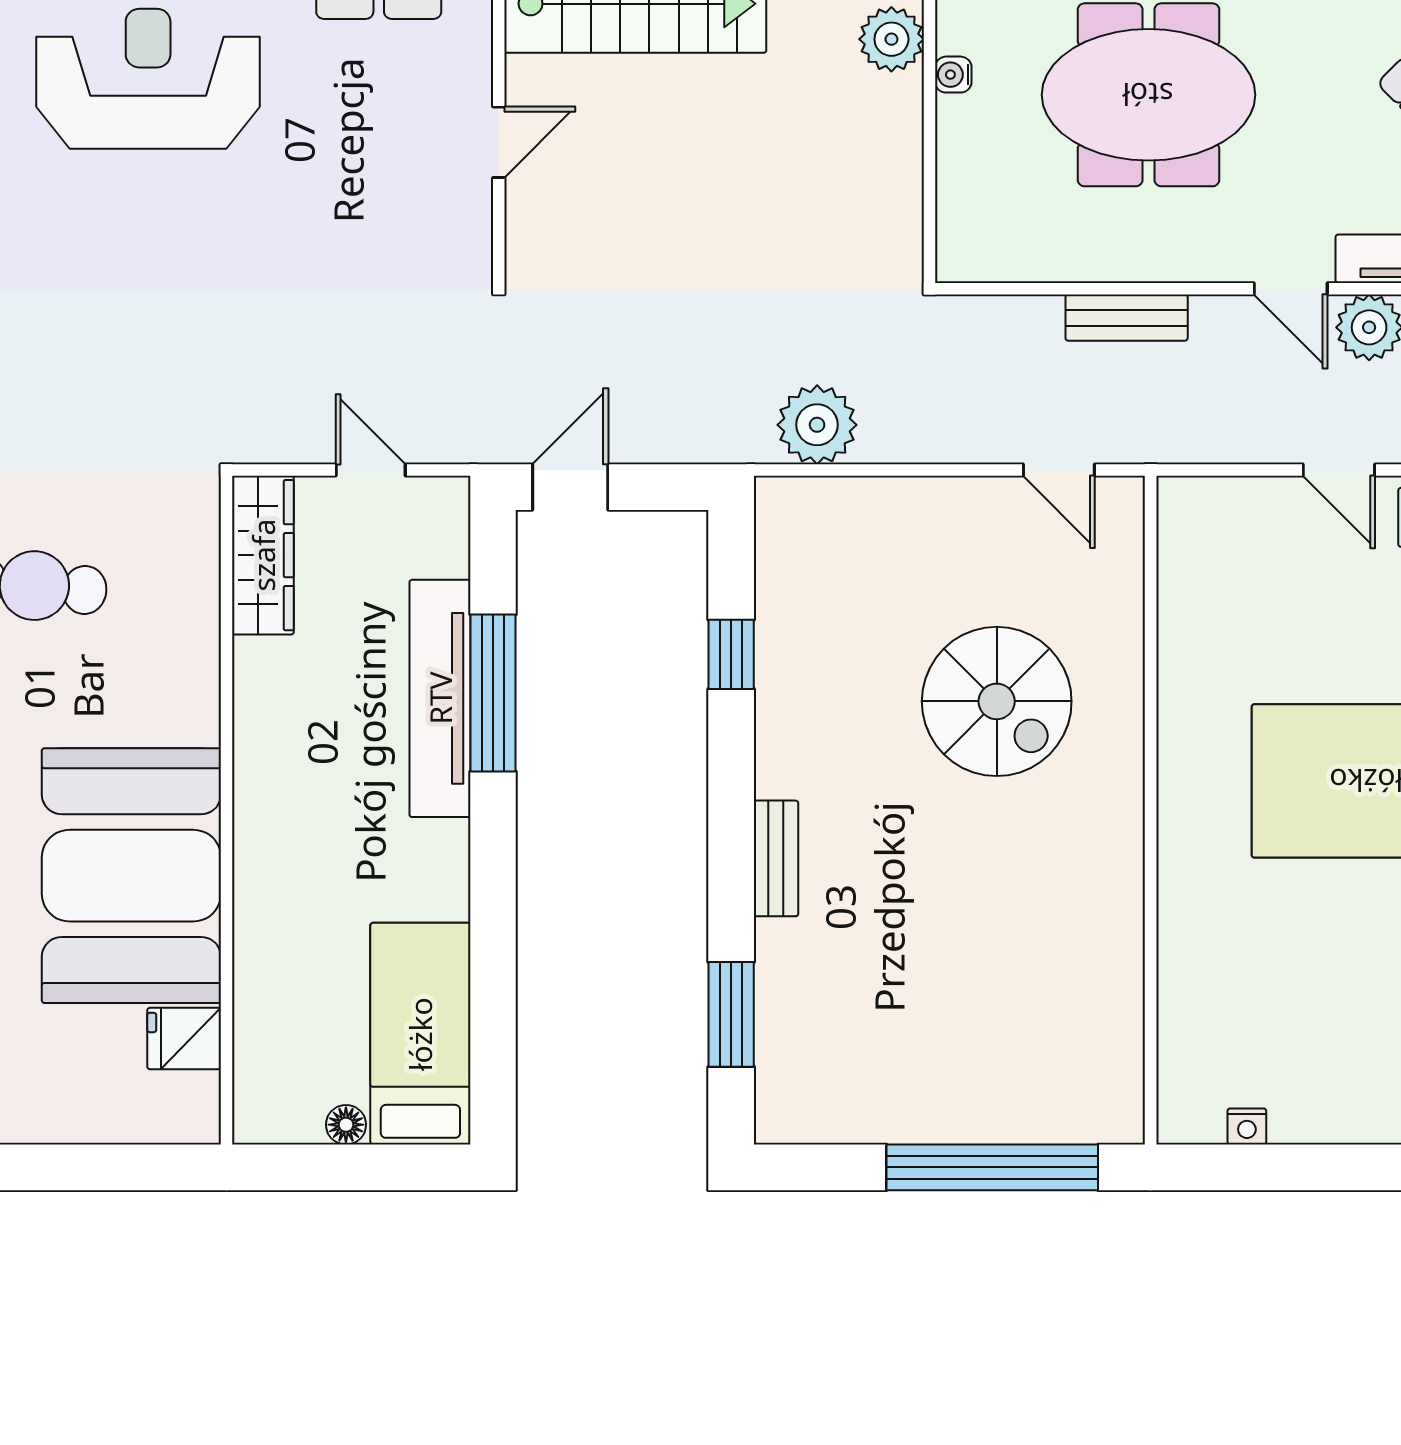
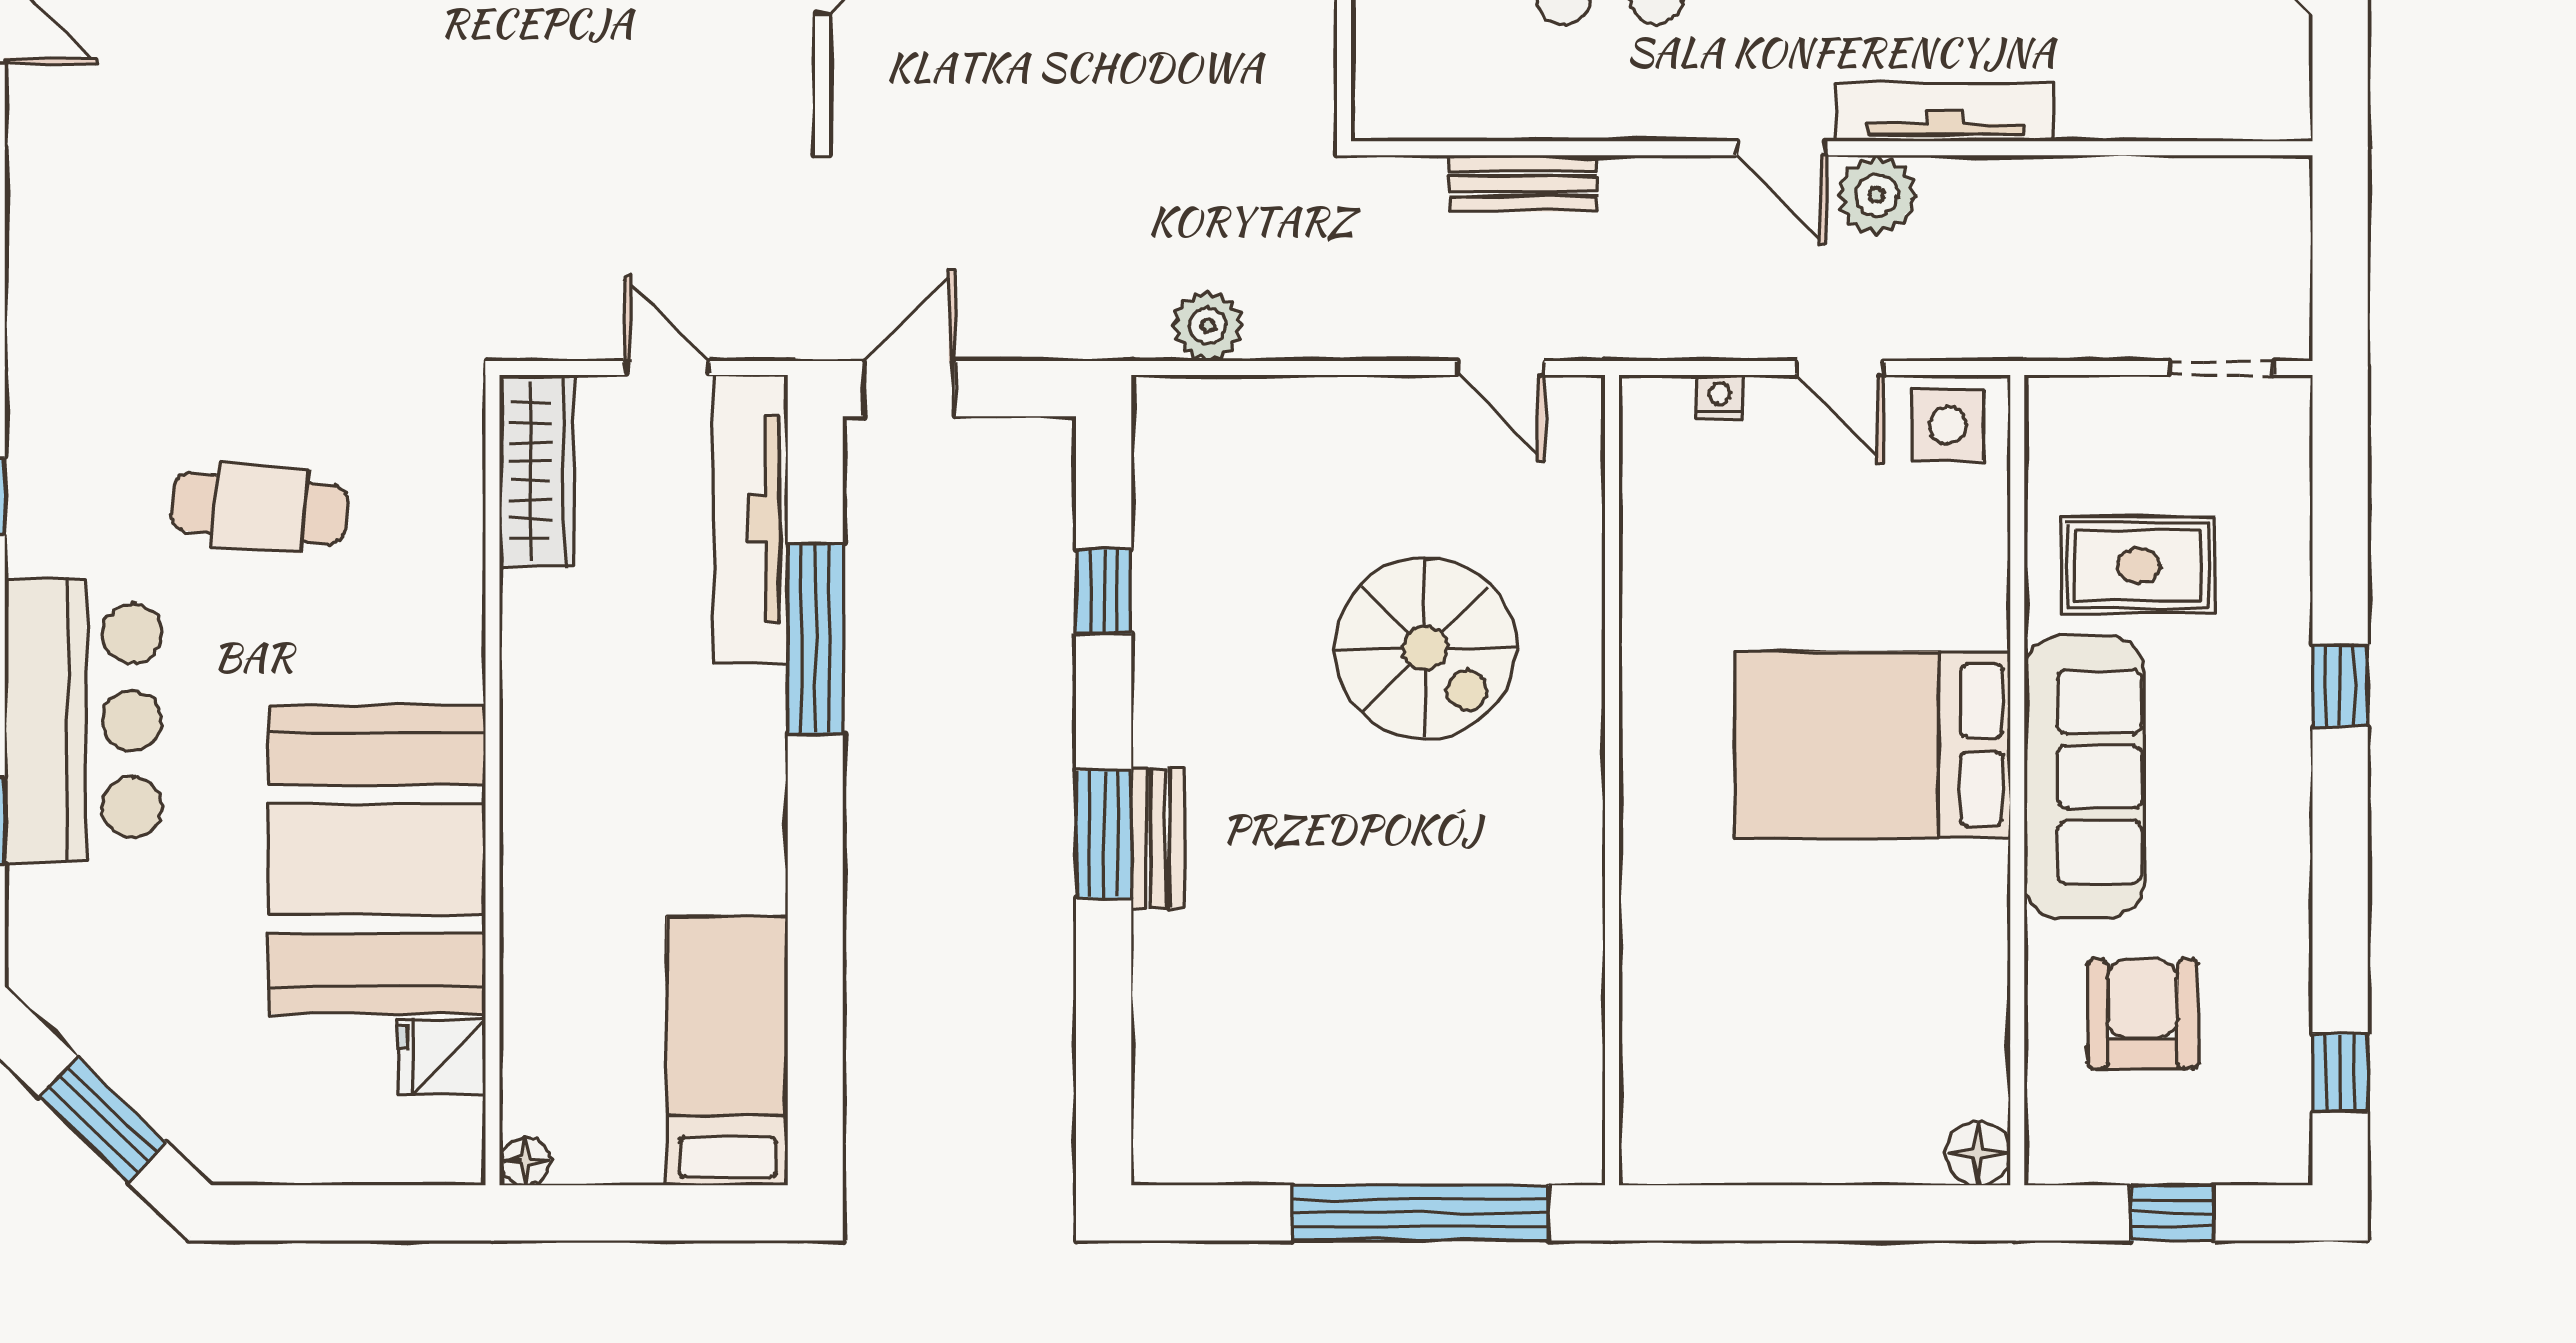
bench: (1127, 318) -> (1523, 183), moved
plant: (817, 425) -> (1208, 326), width x0.73, depth x0.73
tv unit: (440, 698) -> (751, 519), moved
window: (731, 1014) -> (1104, 834), moved
floor lamp: (346, 1125) -> (525, 1161), moved
nightstand: (1247, 1126) -> (1719, 397), moved, turned 180

